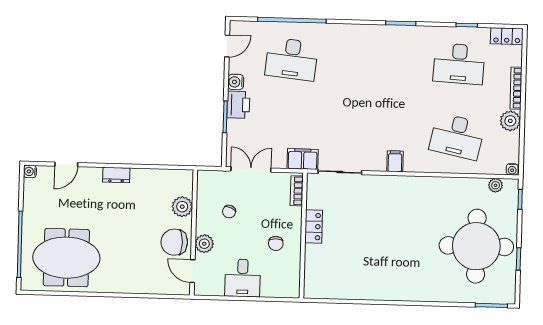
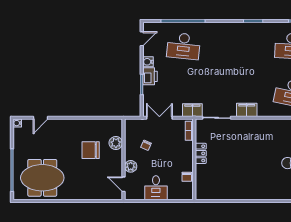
filing cabinet: (395, 161) -> (247, 110), width x2.00
dresser: (116, 175) -> (73, 124), removed
chair: (174, 242) -> (91, 150), moved
chair: (276, 243) -> (187, 177), moved

